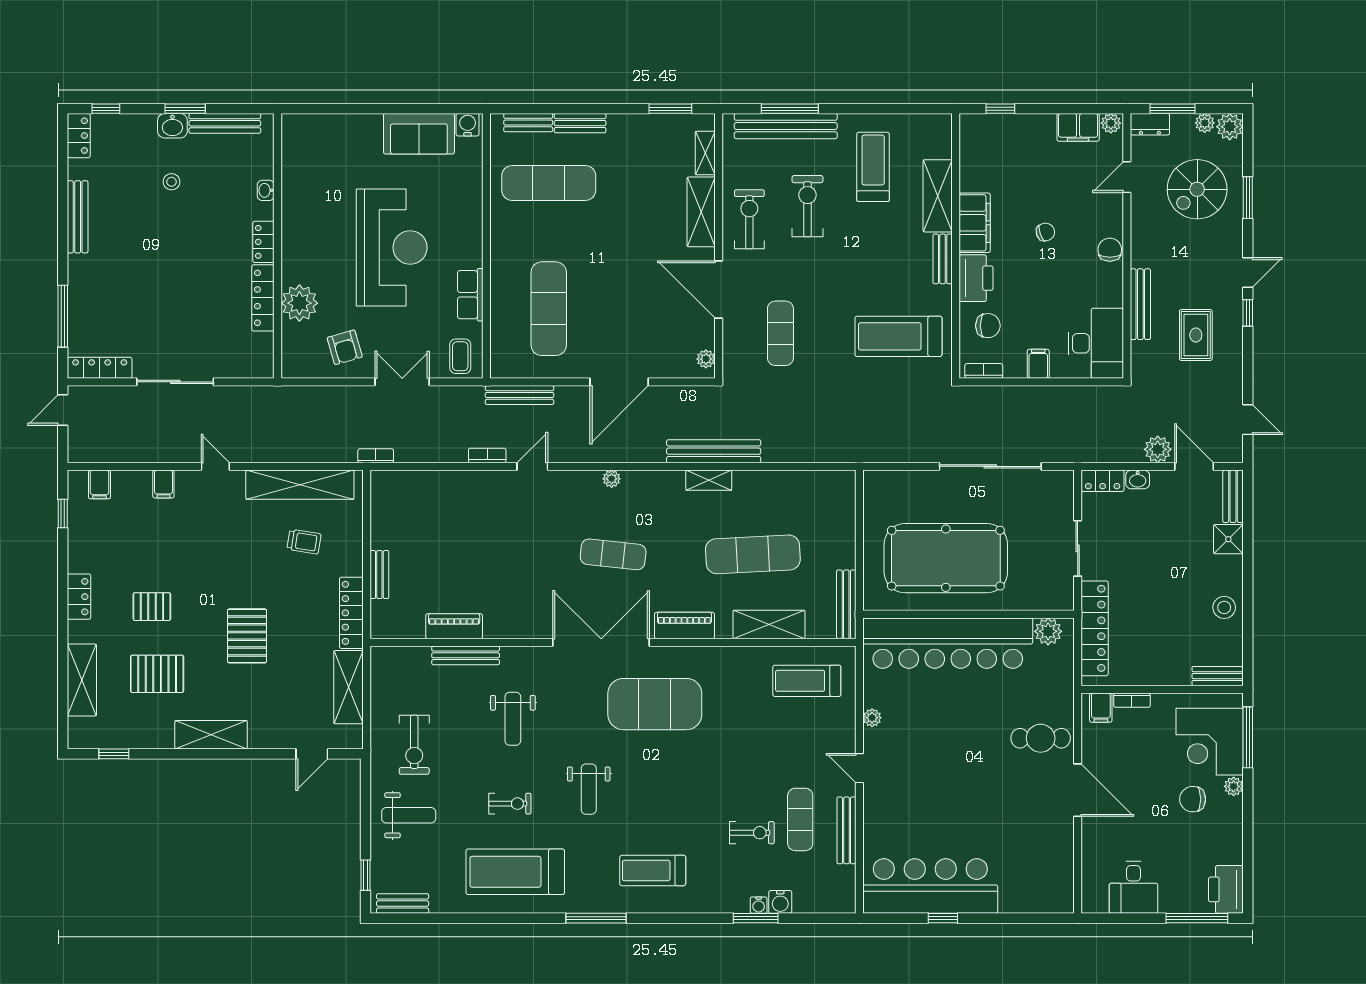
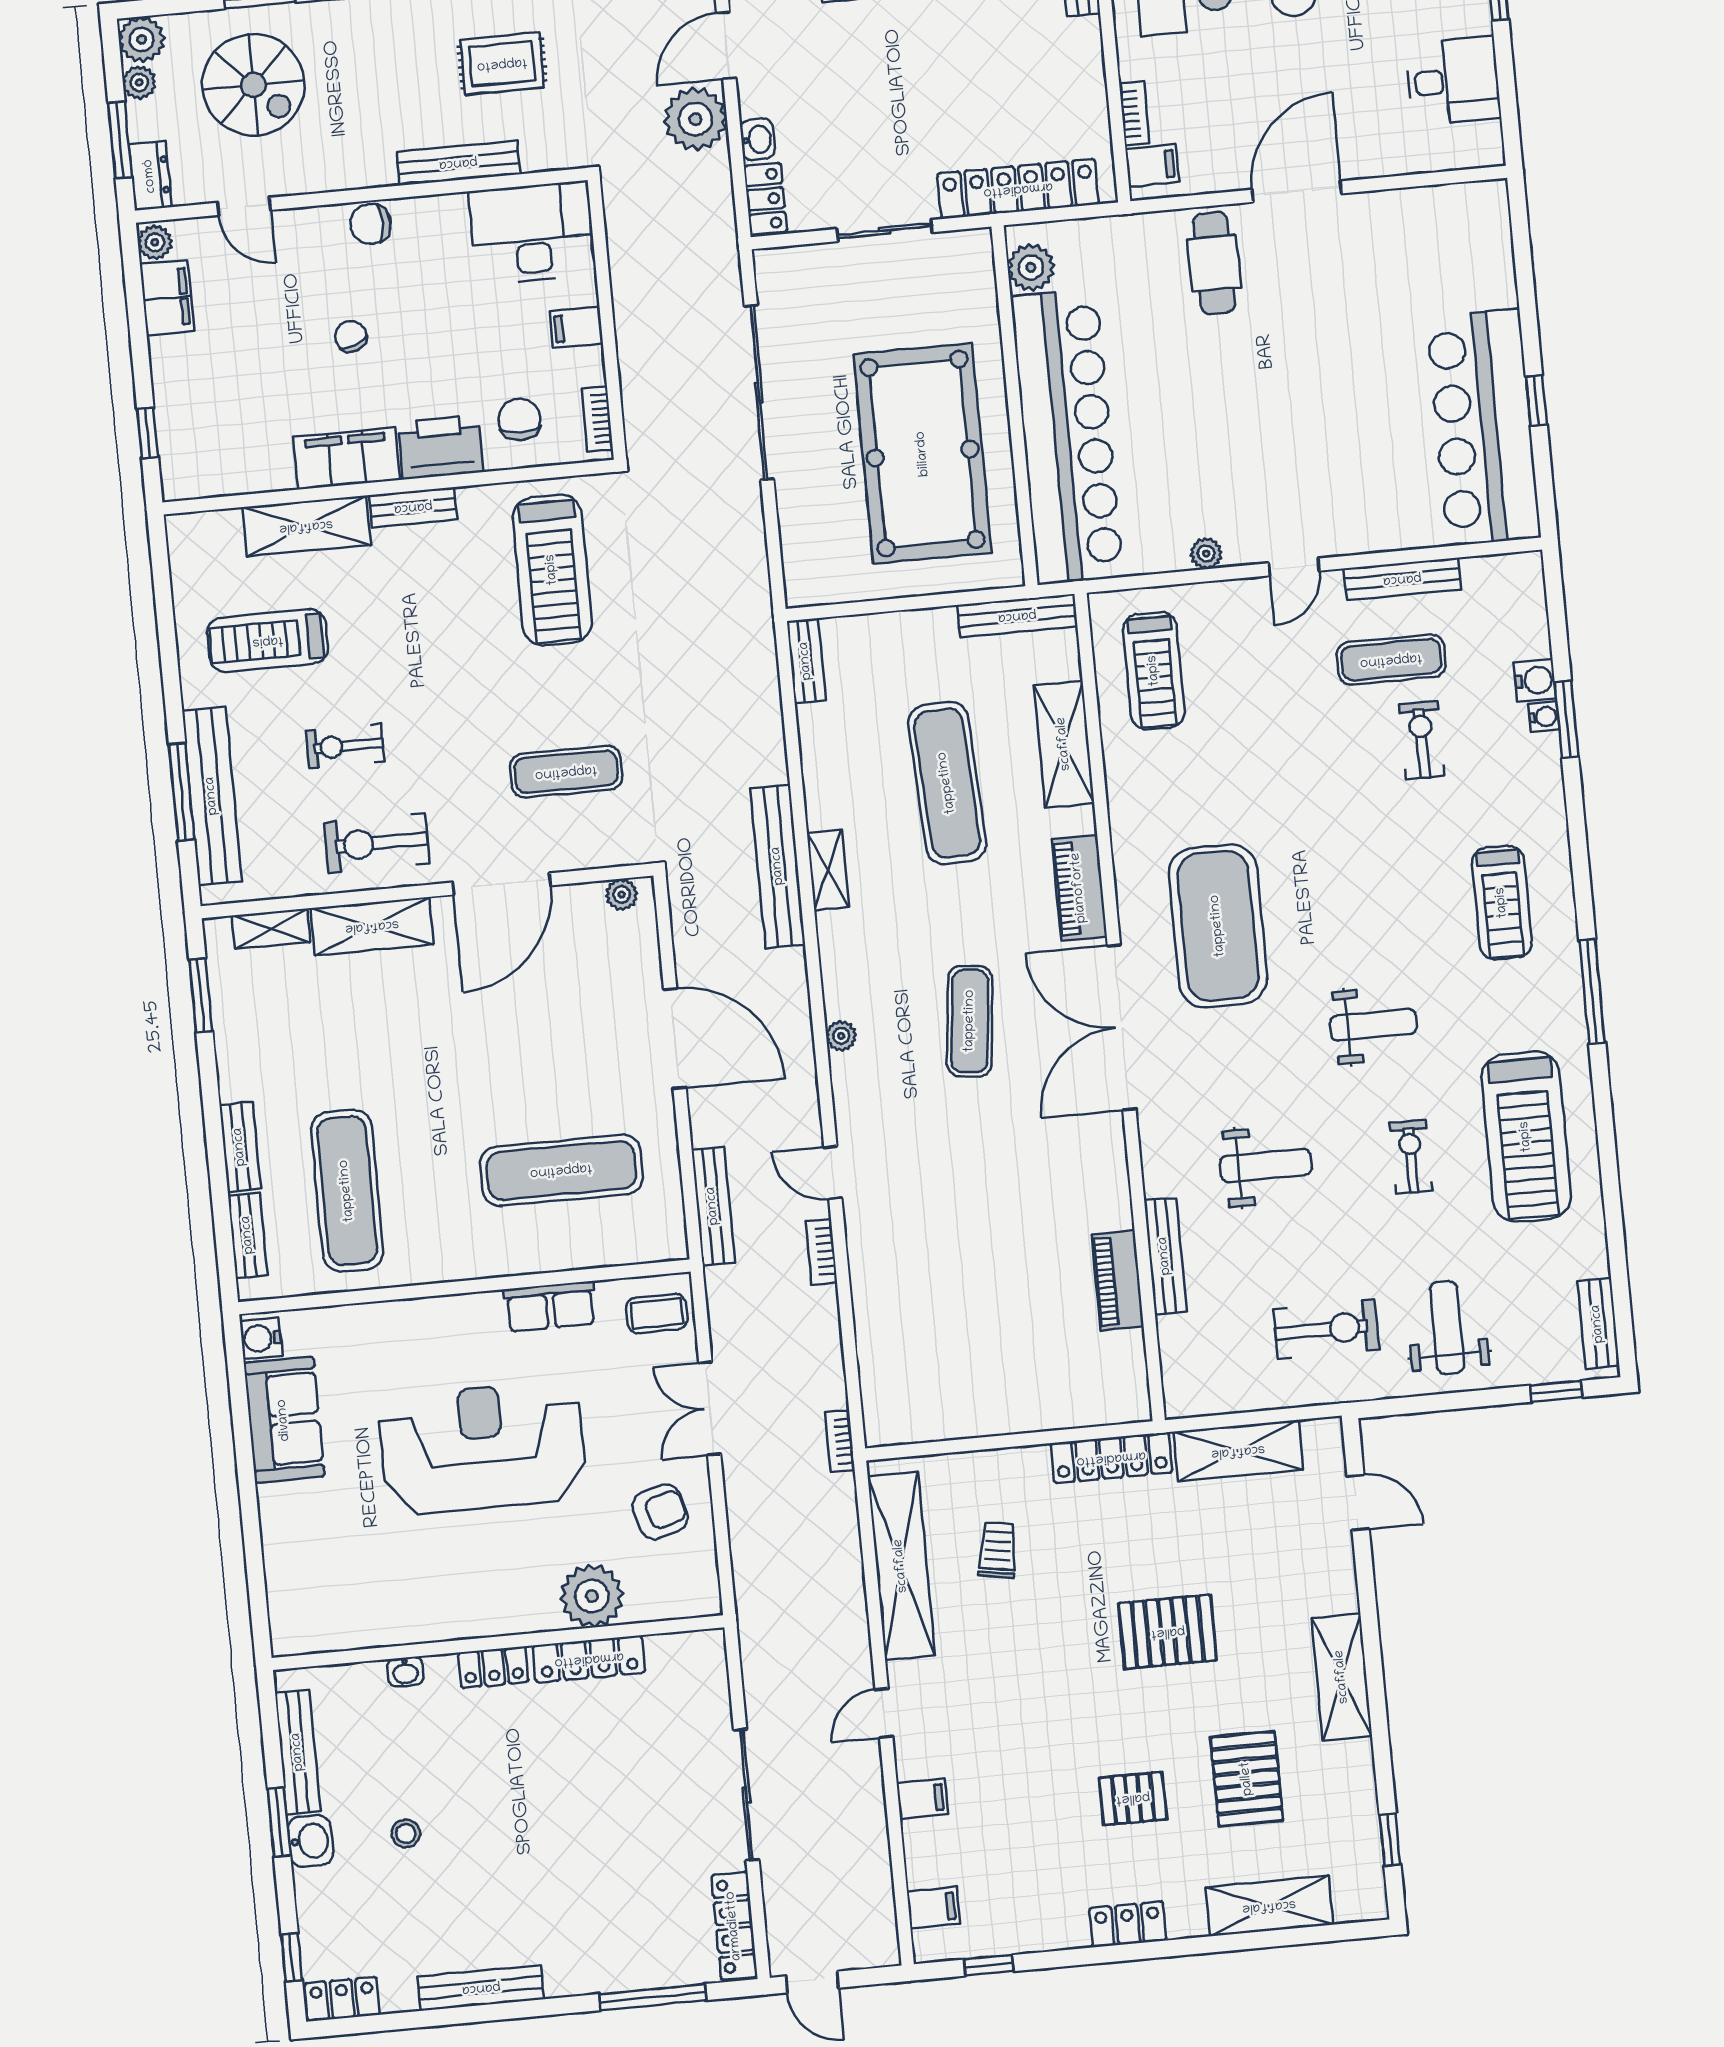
exercise bike: (807, 206) -> (345, 746), width x0.73, depth x0.72
plant: (1158, 449) -> (695, 119), width x1.36, depth x1.36
bench: (379, 575) -> (806, 661), moved, turned 90
pallet: (152, 607) -> (1133, 1798), turned 90

